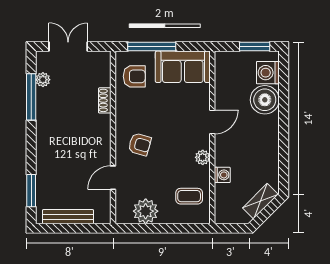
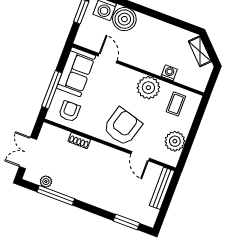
door: (212, 122) -> (108, 58), moved
armchair: (140, 144) -> (123, 127), width x1.88, depth x1.88
plant: (203, 157) -> (148, 88), width x1.88, depth x1.88
bench: (68, 217) -> (162, 188), moved

